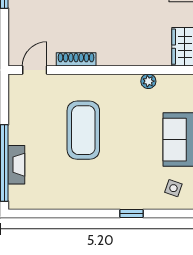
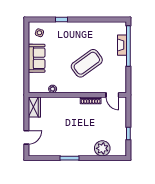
door: (35, 70) -> (112, 95), hinge flipped
coffee table: (83, 130) -> (87, 63), turned 54

